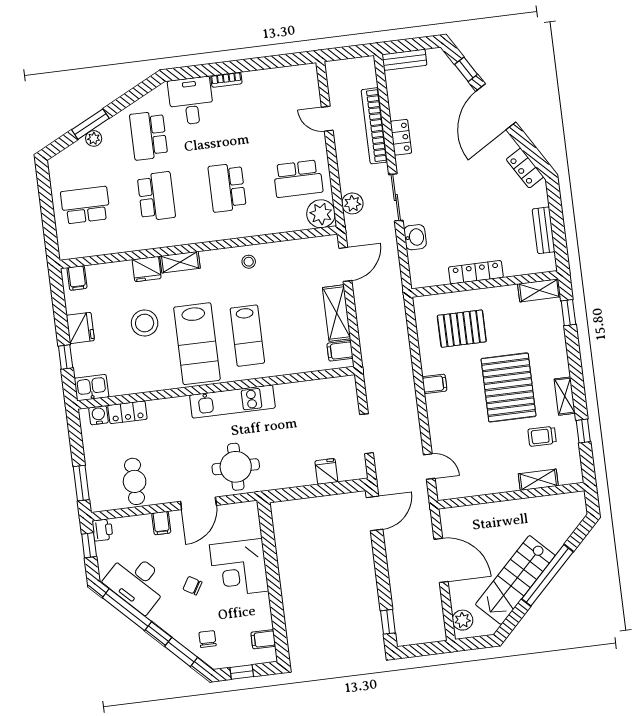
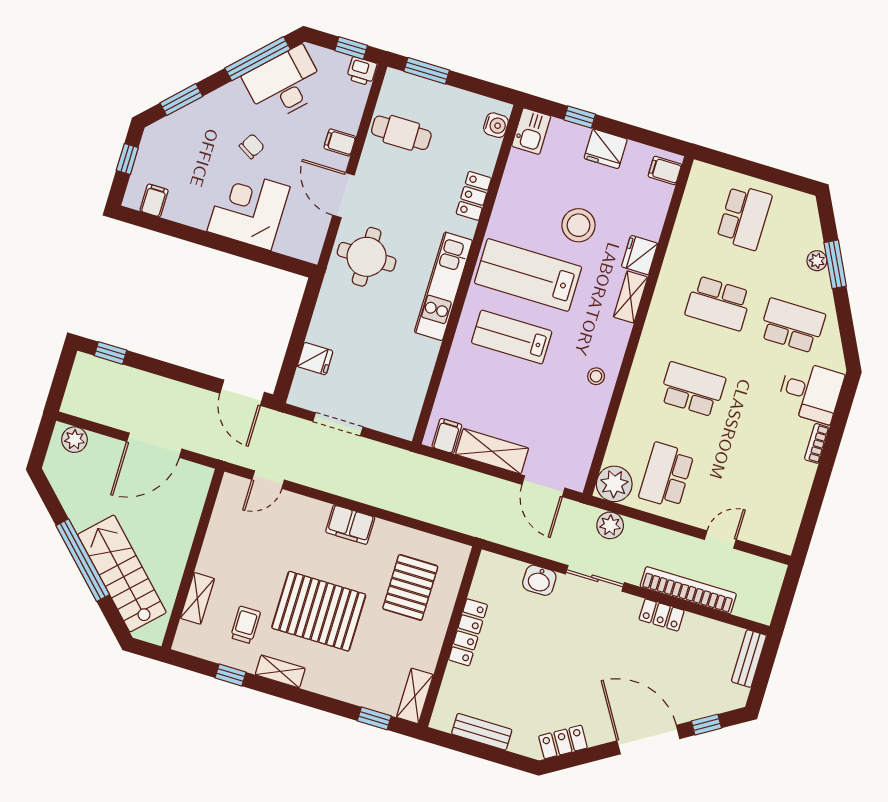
filing cabinet: (434, 384) -> (350, 525), width x2.00
locker: (127, 412) -> (474, 196), moved
stairs: (515, 580) -> (122, 573), moved
chair: (207, 639) -> (183, 136), removed

